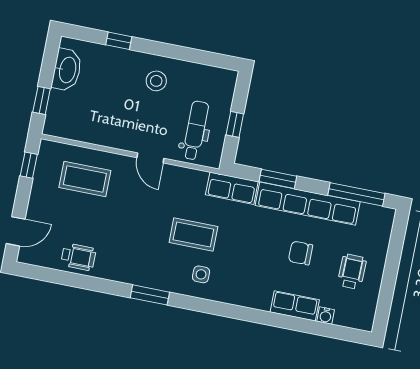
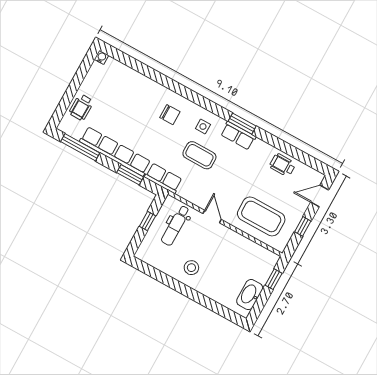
window: (119, 41) -> (208, 303), removed
window: (29, 165) -> (303, 226), moved
coffee table: (85, 179) -> (261, 216), width x1.36, depth x1.32
chair: (301, 253) -> (170, 115), moved
wheelchair: (352, 272) -> (81, 107), moved
row of seats: (295, 306) -> (238, 136), moved
water cooler: (326, 316) -> (101, 57), moved

